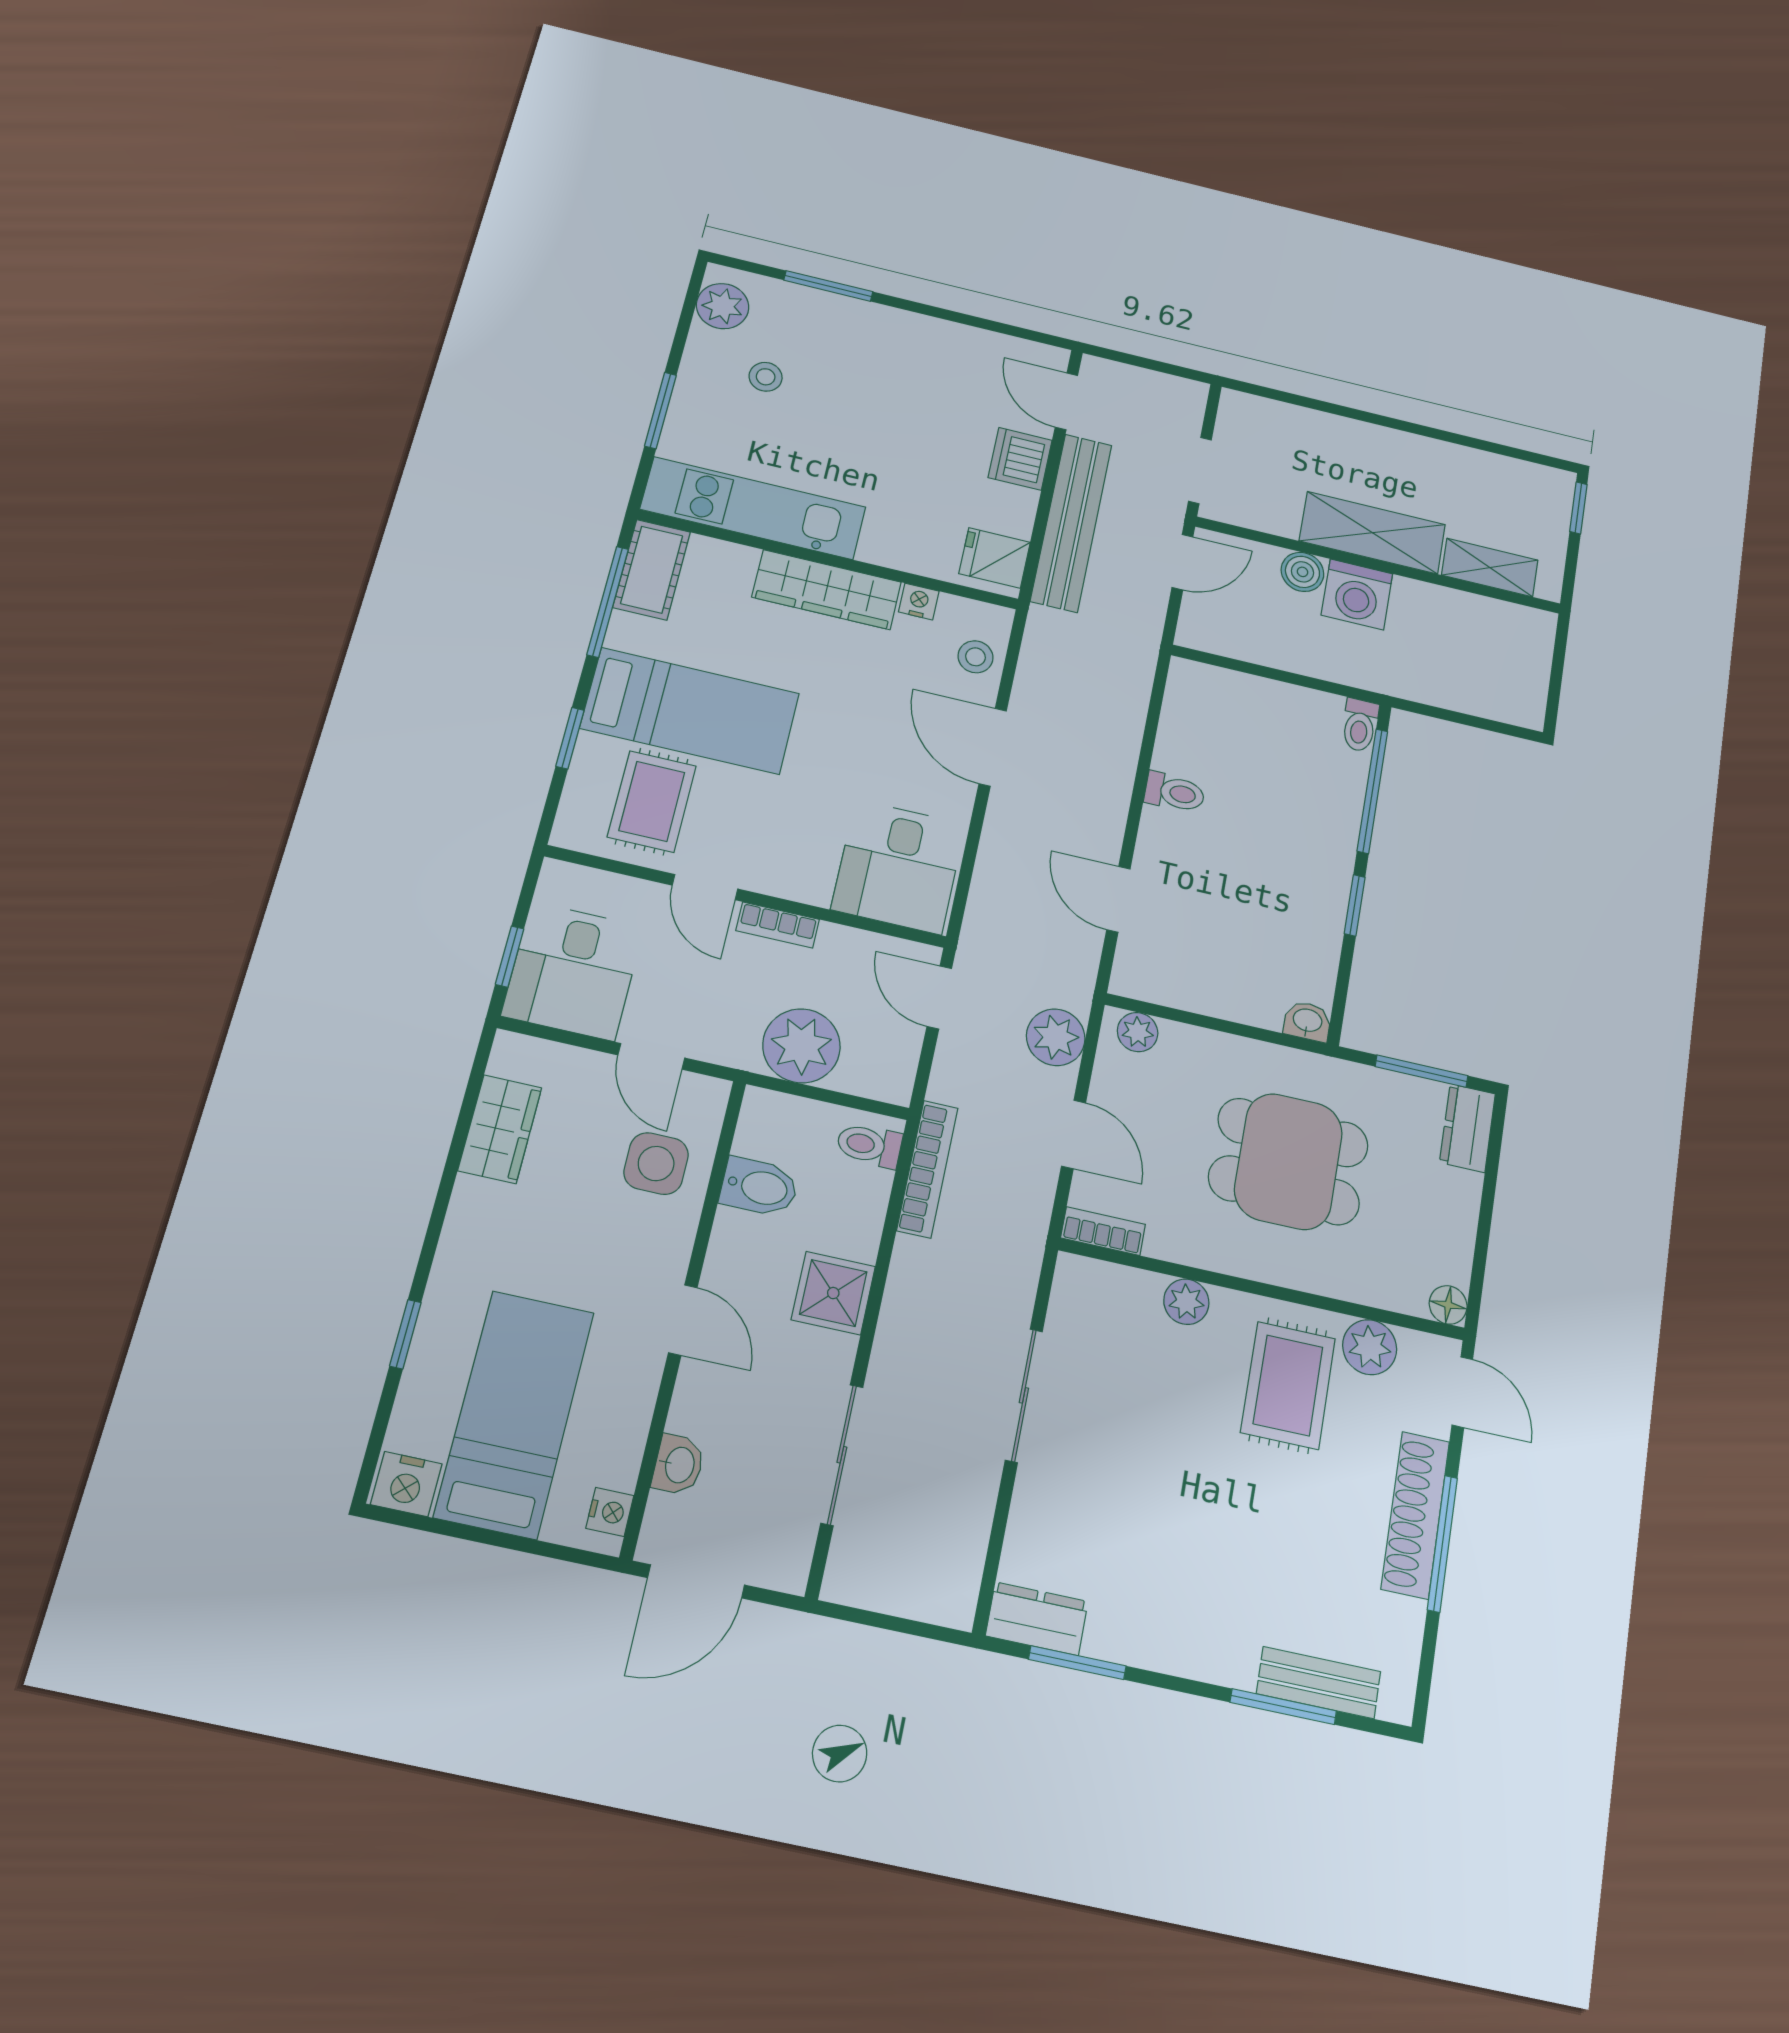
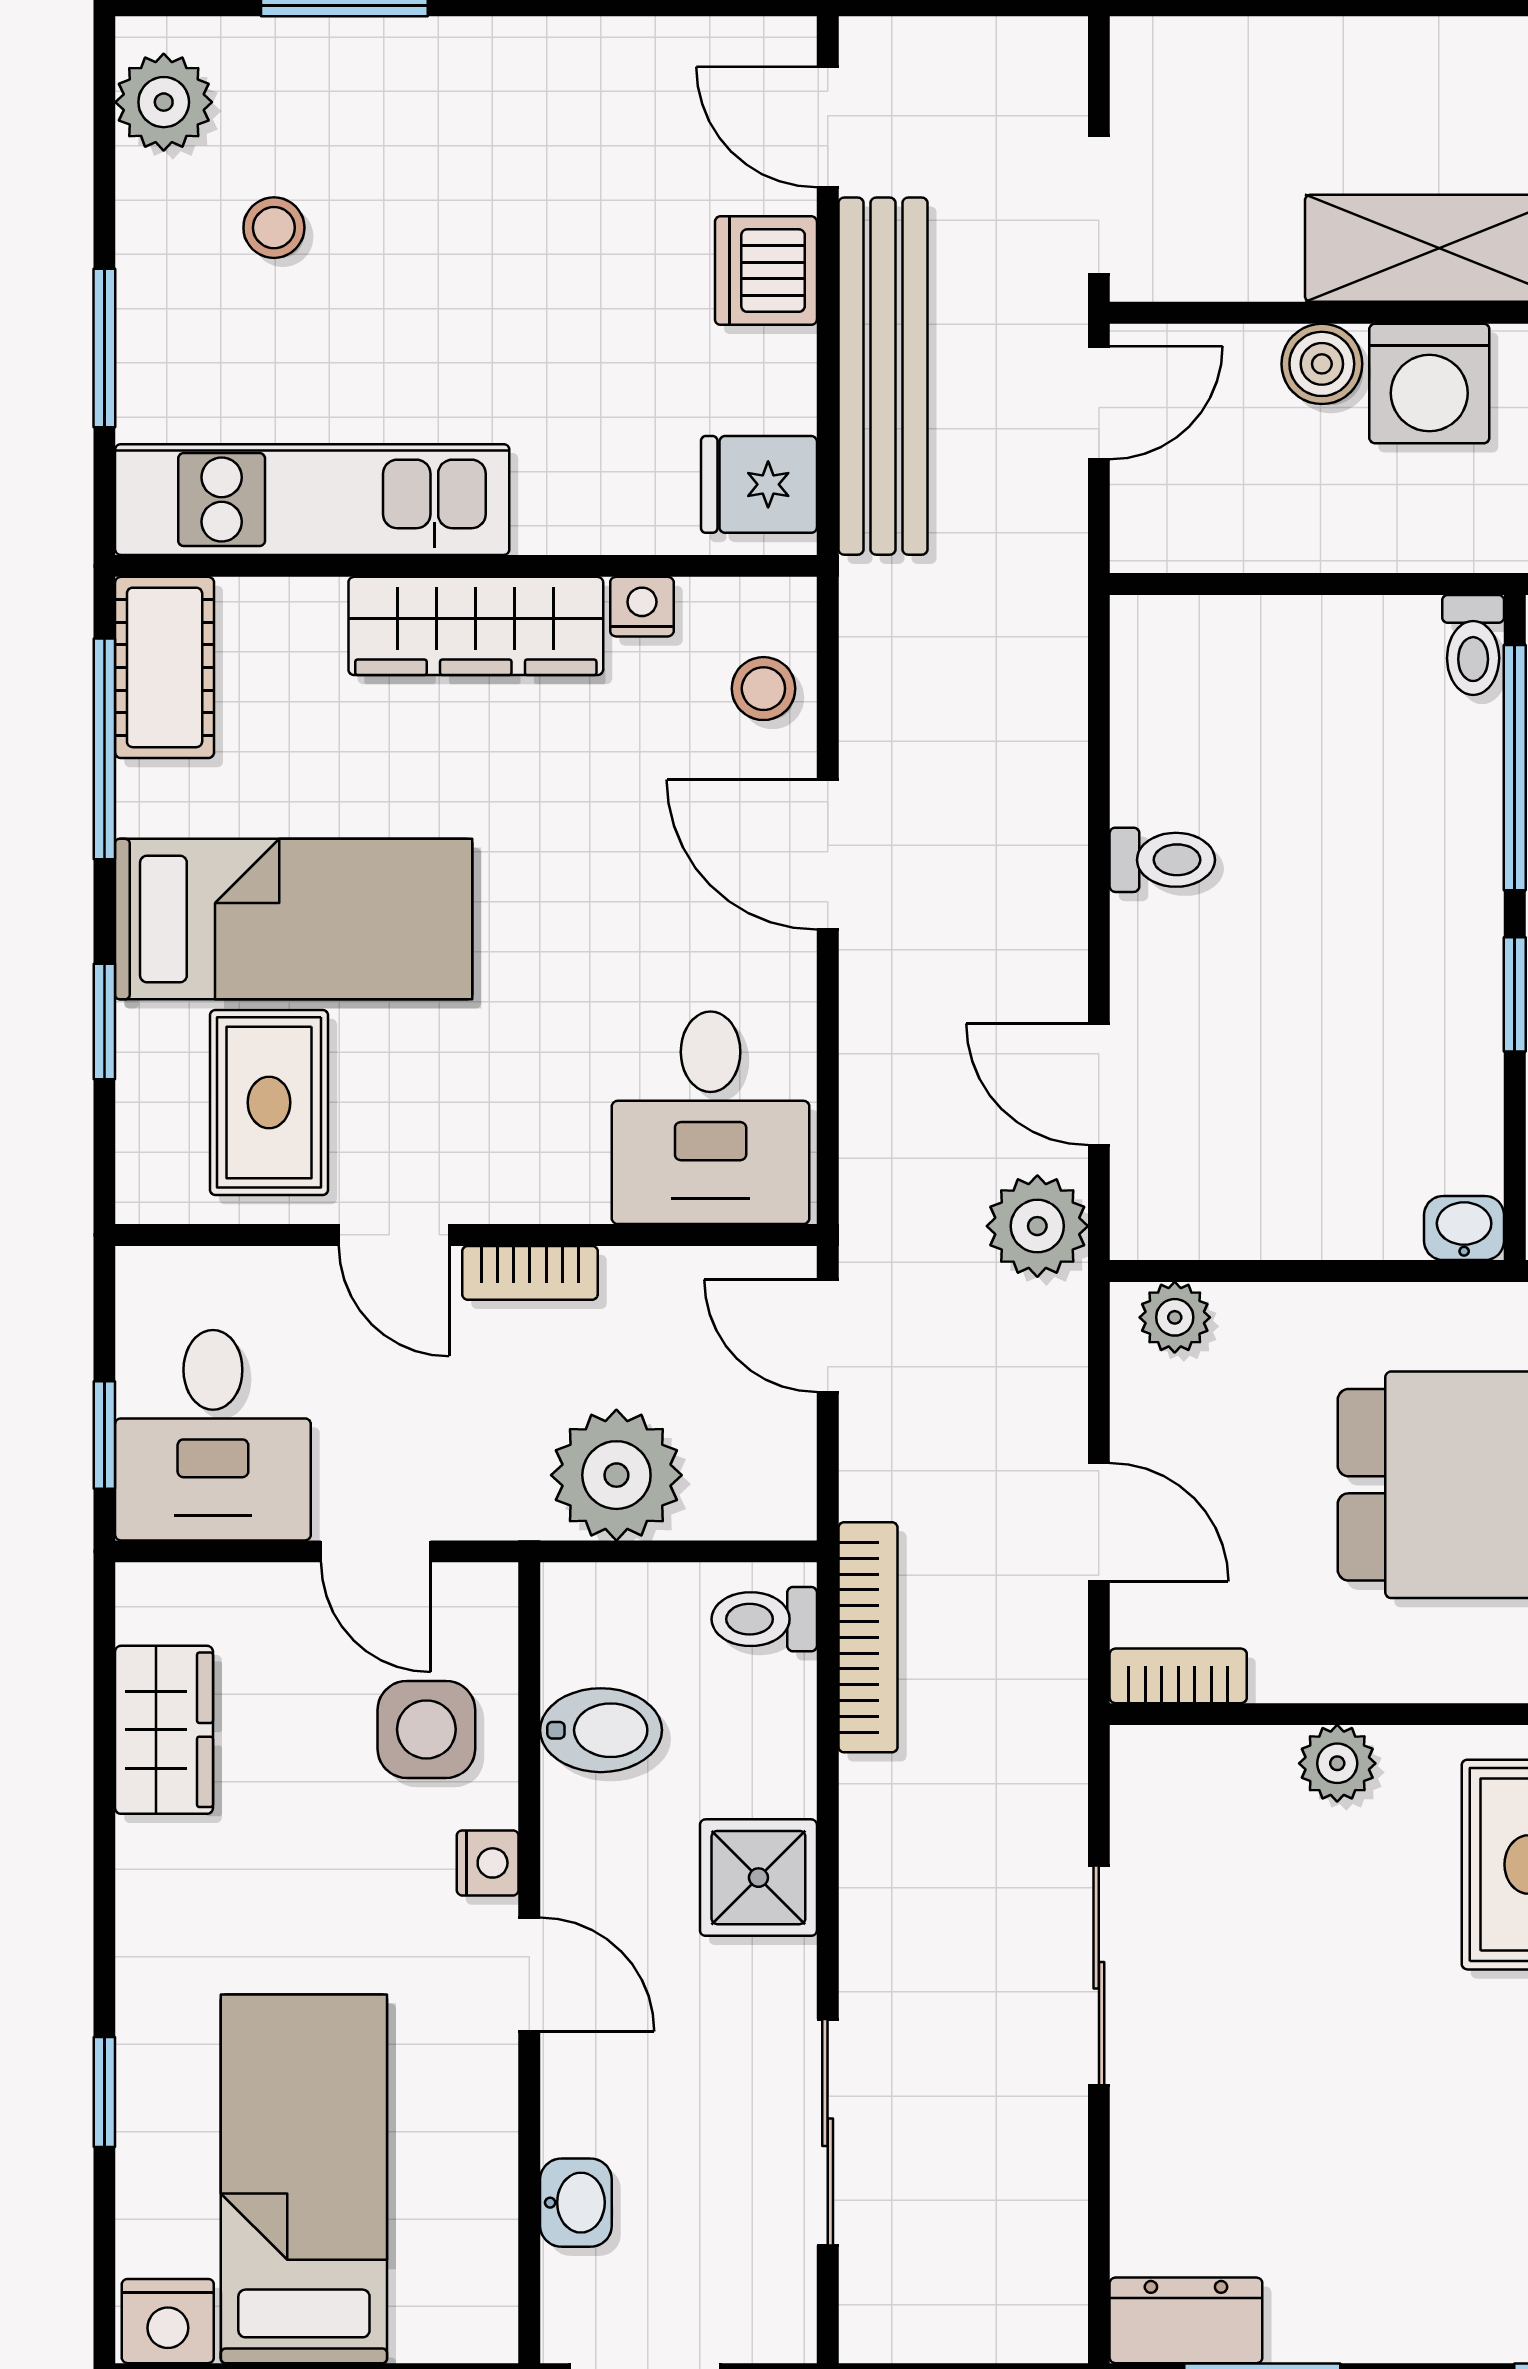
plant: (1056, 1037) -> (1037, 1226), moved
nightstand: (610, 1512) -> (488, 1863), moved

